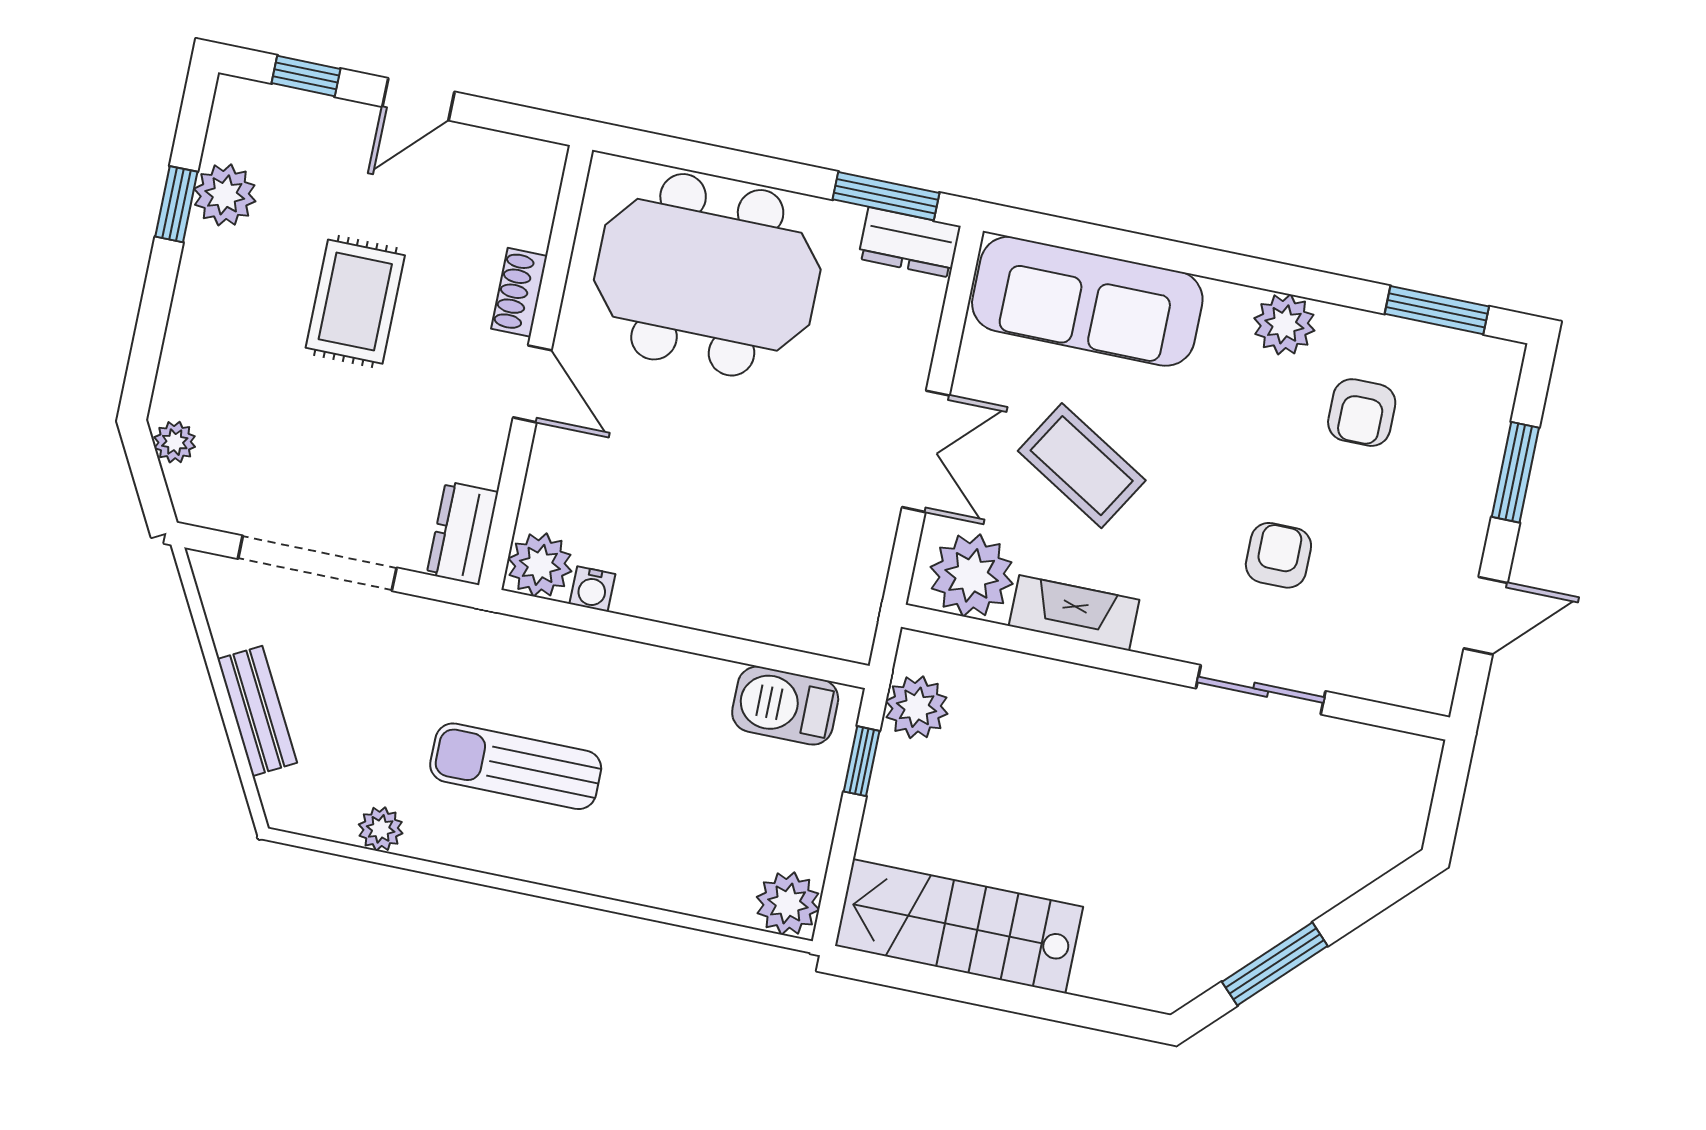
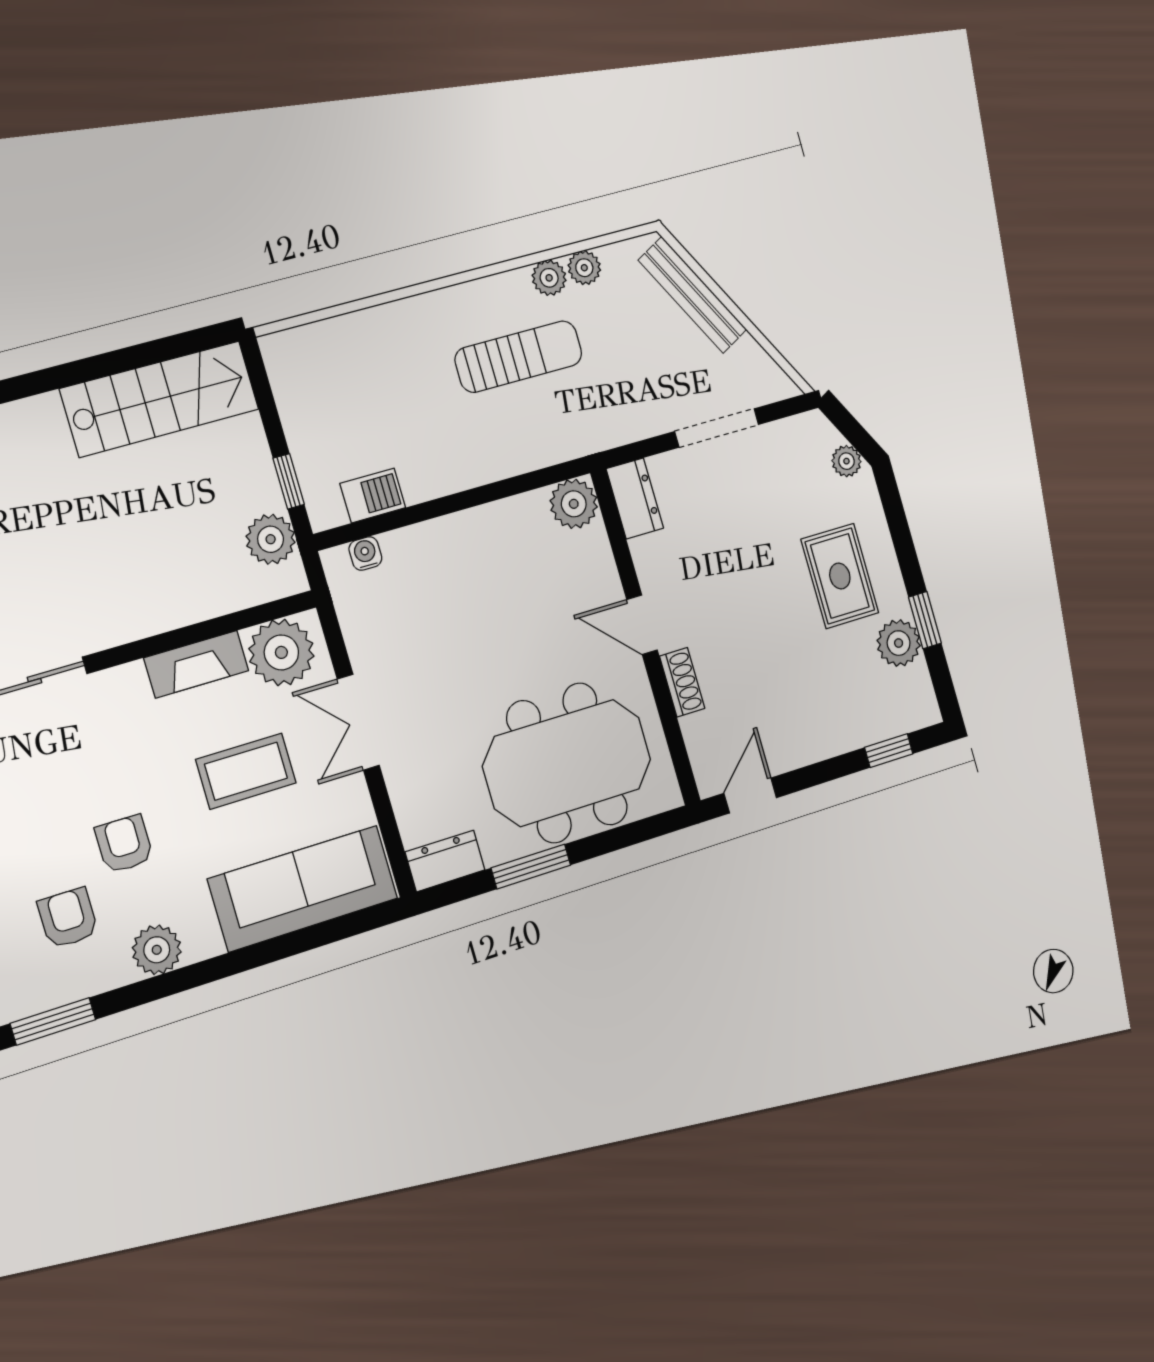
door: (418, 99) -> (750, 795), moved
window: (886, 196) -> (531, 867), moved
rug: (355, 302) -> (840, 576), moved
coffee table: (1082, 466) -> (246, 771), turned -31
armchair: (1278, 555) -> (124, 844), moved, turned 180
doorway: (317, 563) -> (717, 428), width x0.73
water cooler: (592, 589) -> (365, 553), moved
barbecue: (785, 706) -> (373, 496), width x0.73, depth x0.79
bench: (257, 711) -> (693, 295), width x1.36
plant: (788, 903) -> (549, 278), moved, width x0.73, depth x0.73

